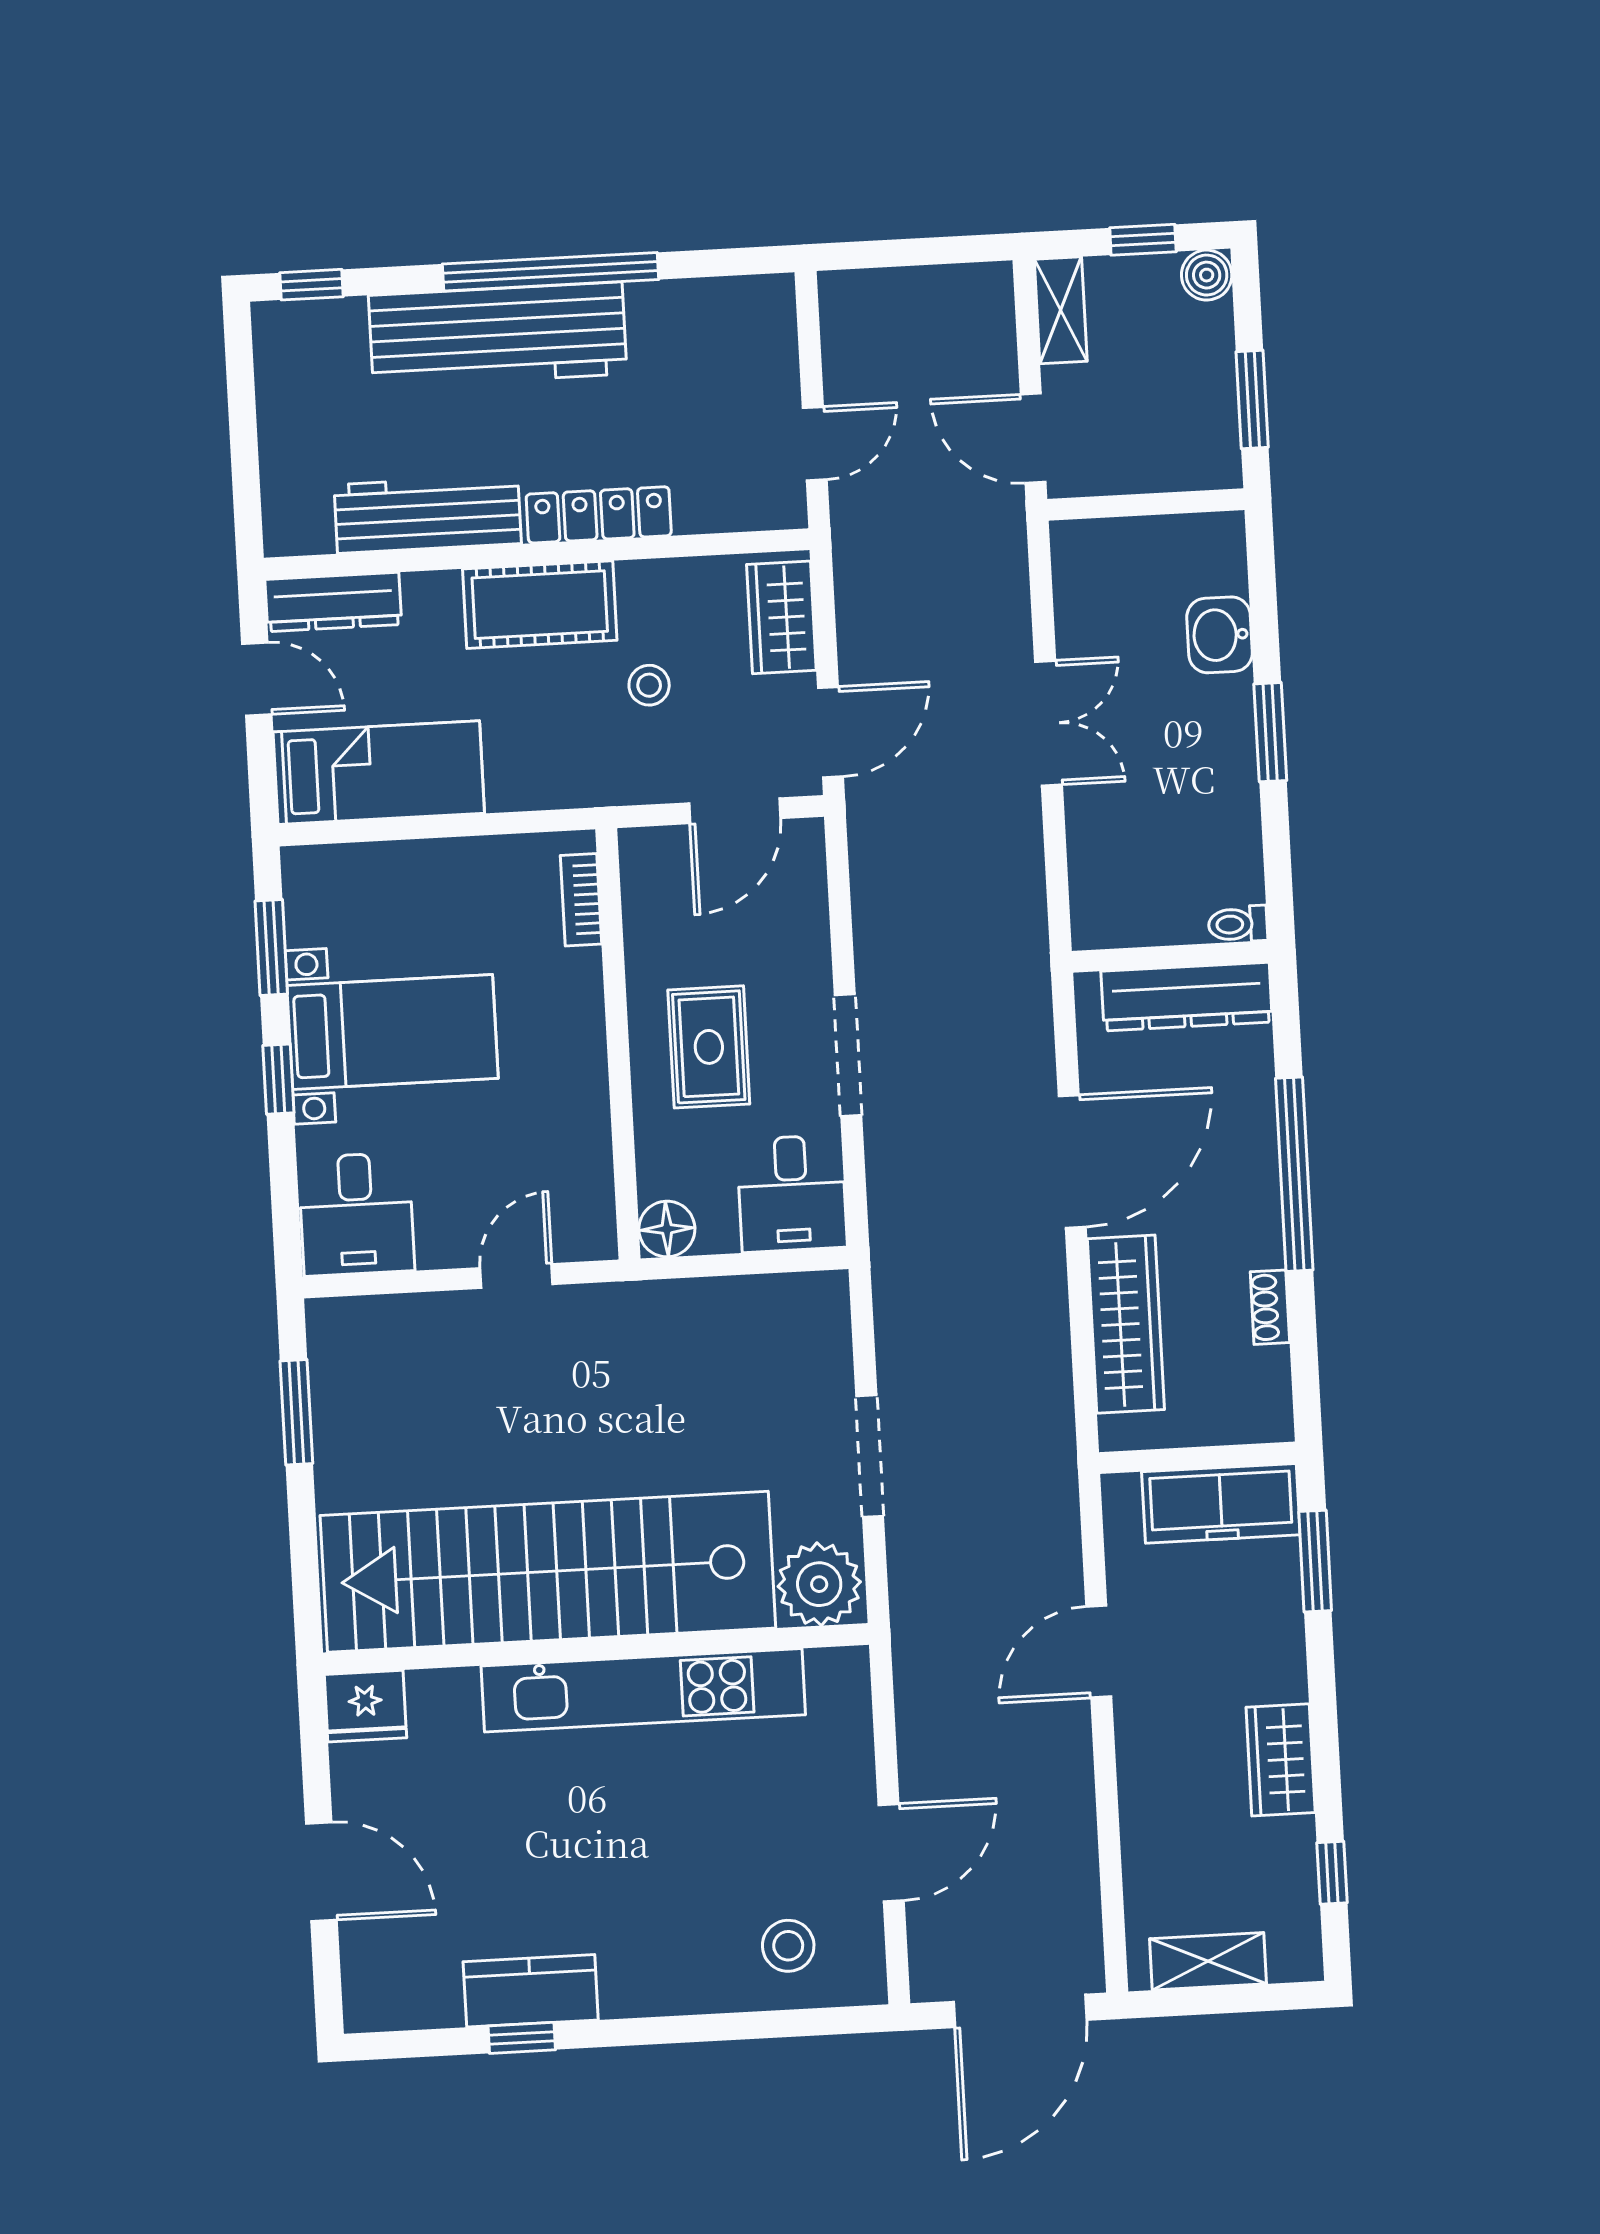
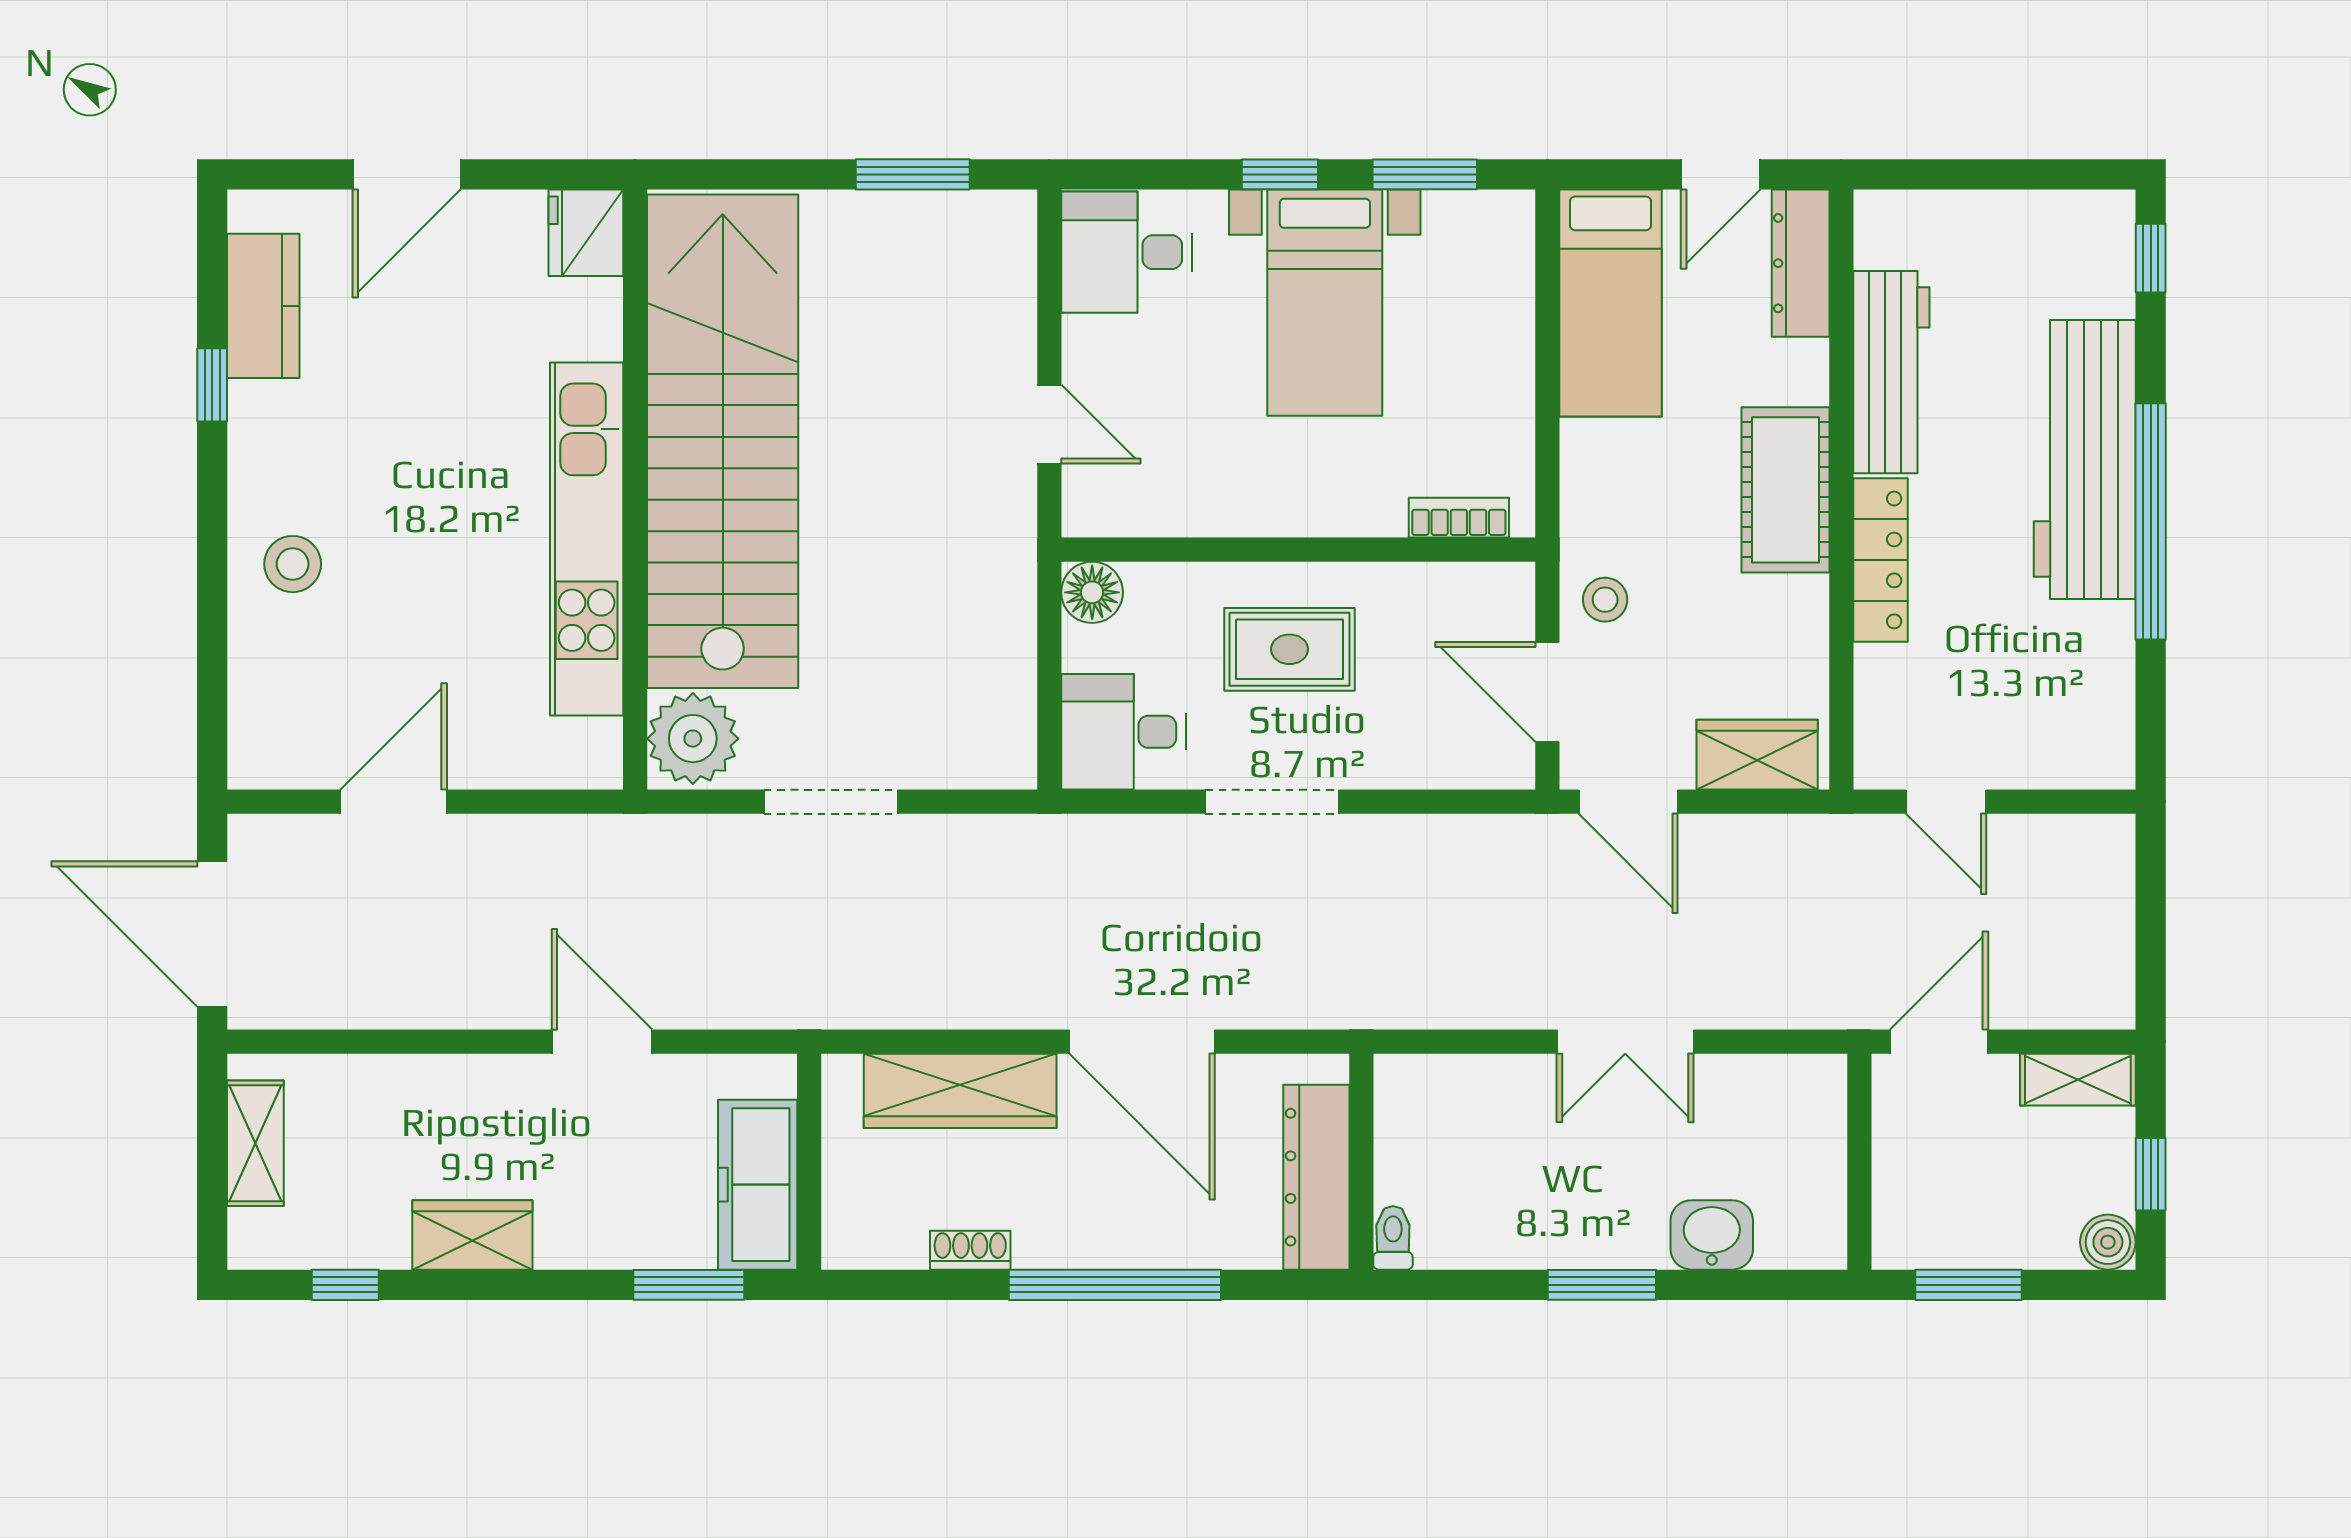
stool: (649, 685) -> (1605, 600), moved
door: (891, 1853) -> (394, 802), swing flipped
stool: (788, 1946) -> (293, 564), moved
kitchen counter: (531, 1991) -> (263, 306), moved

